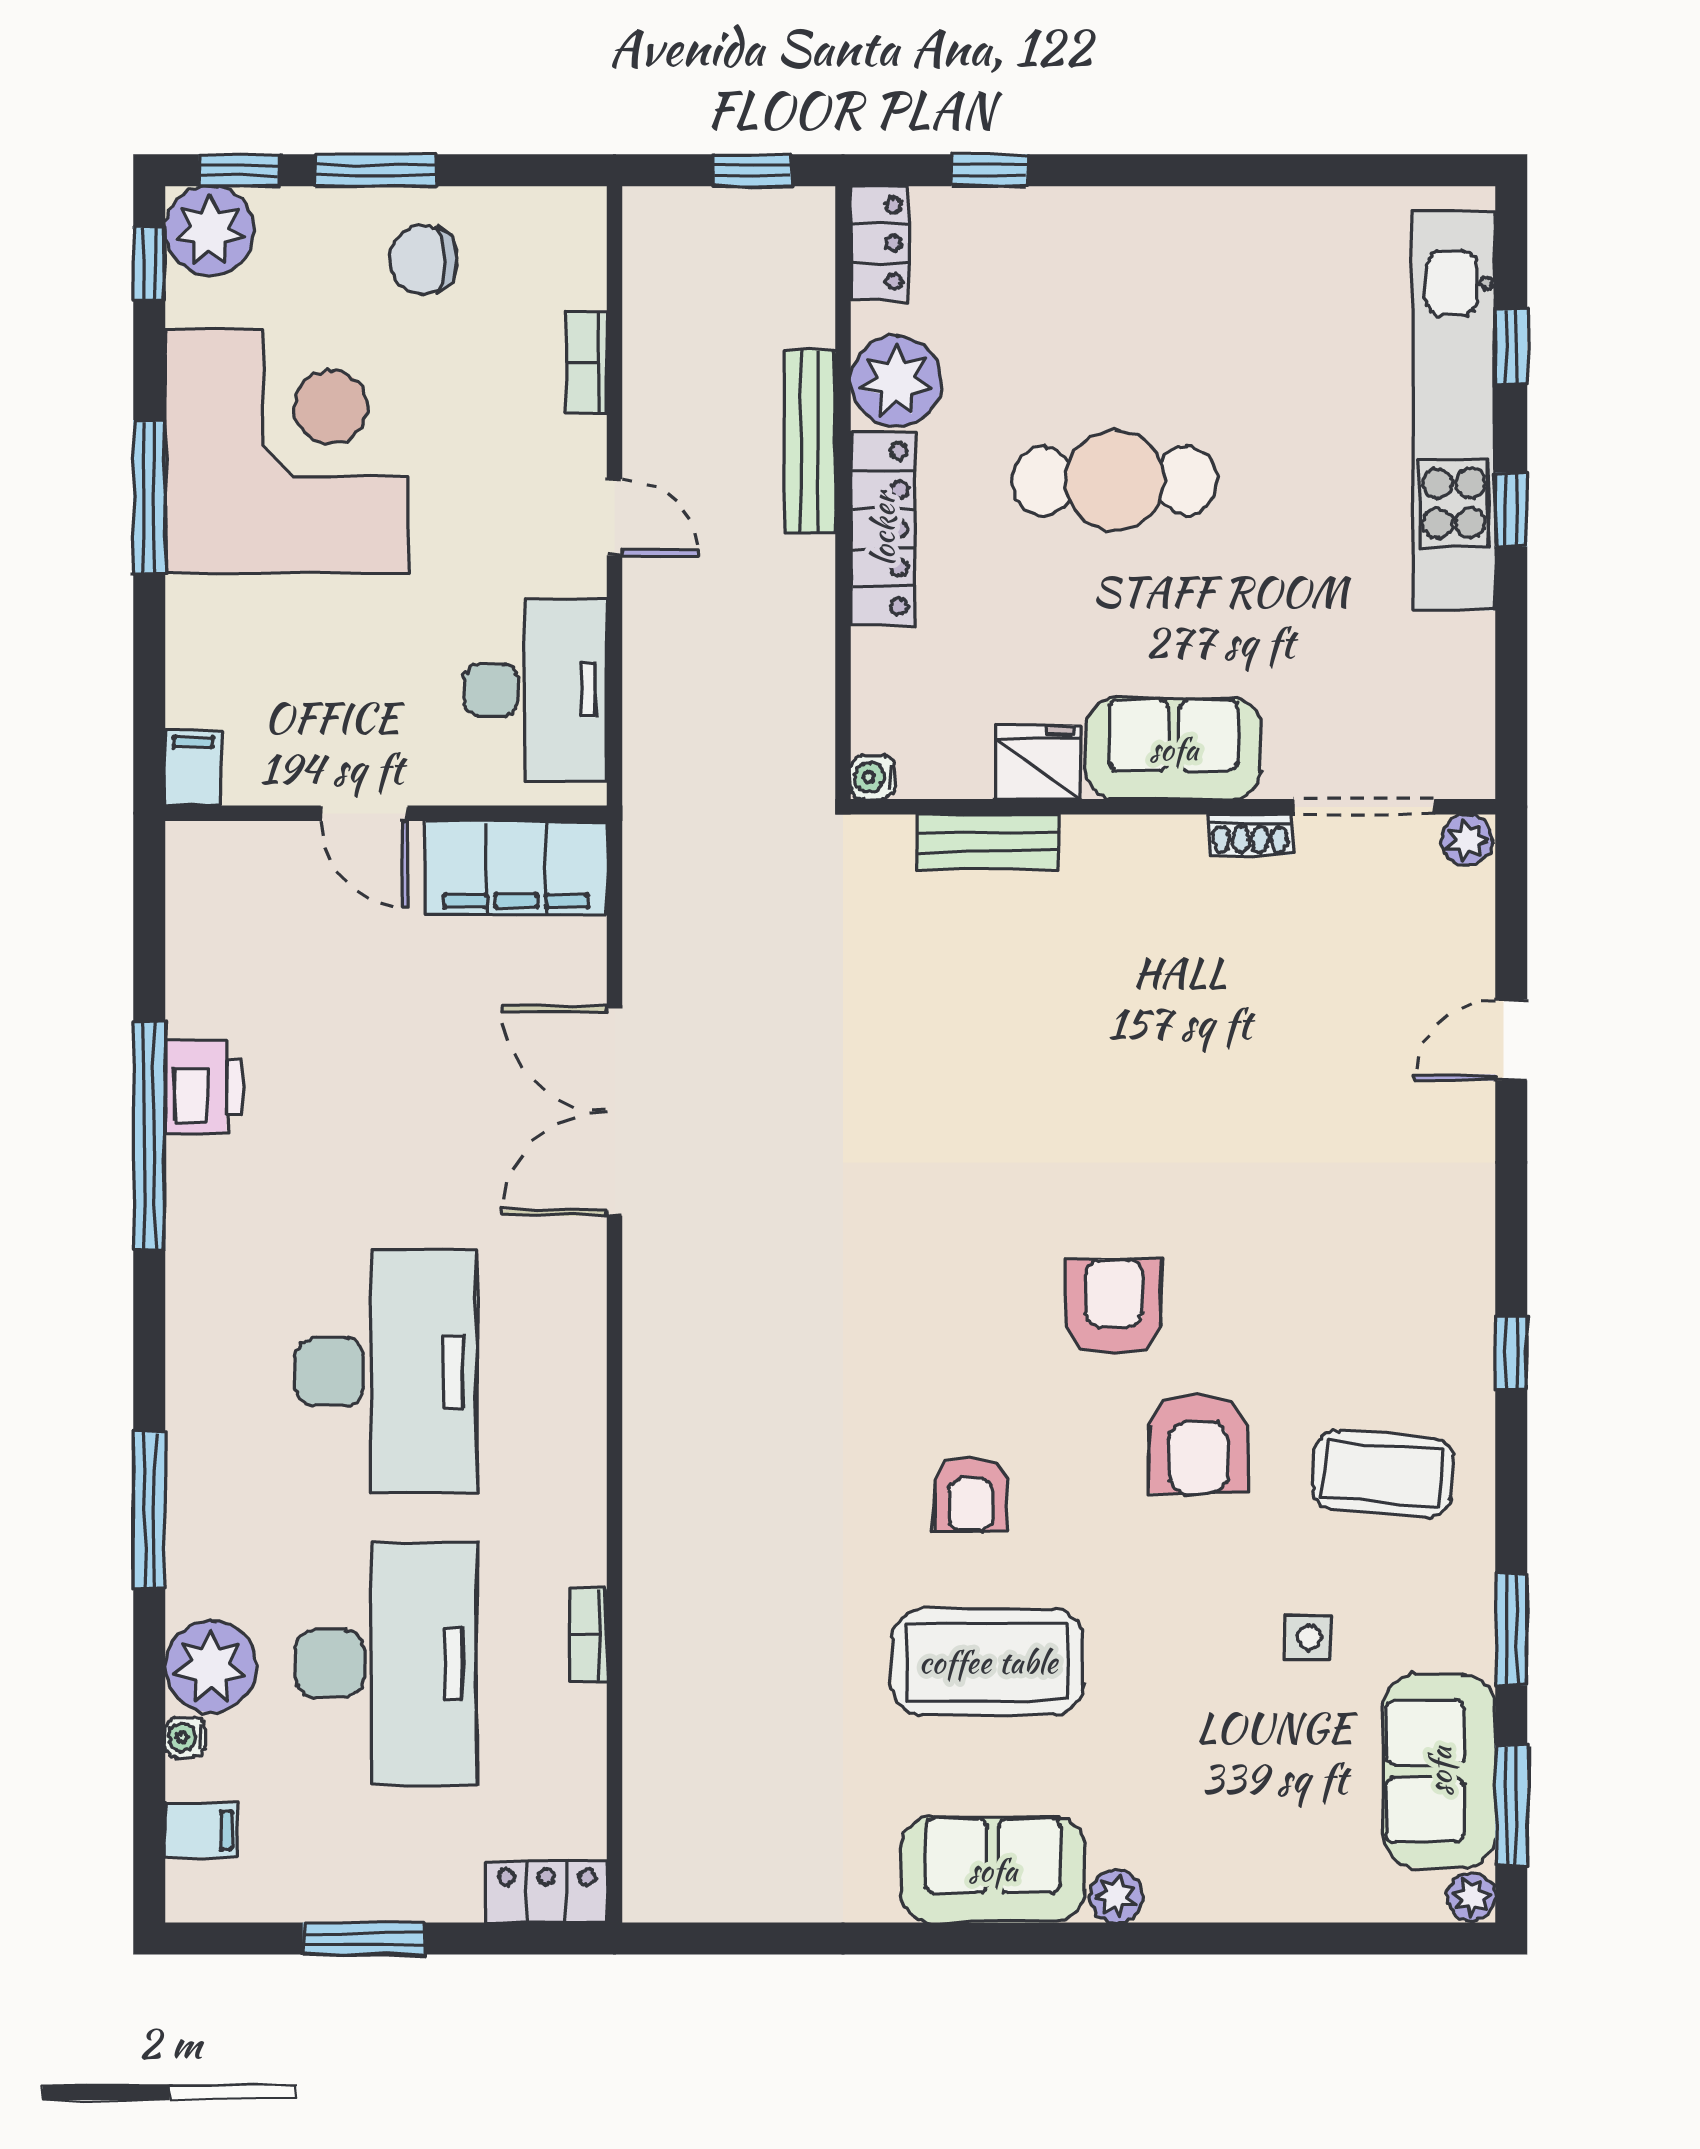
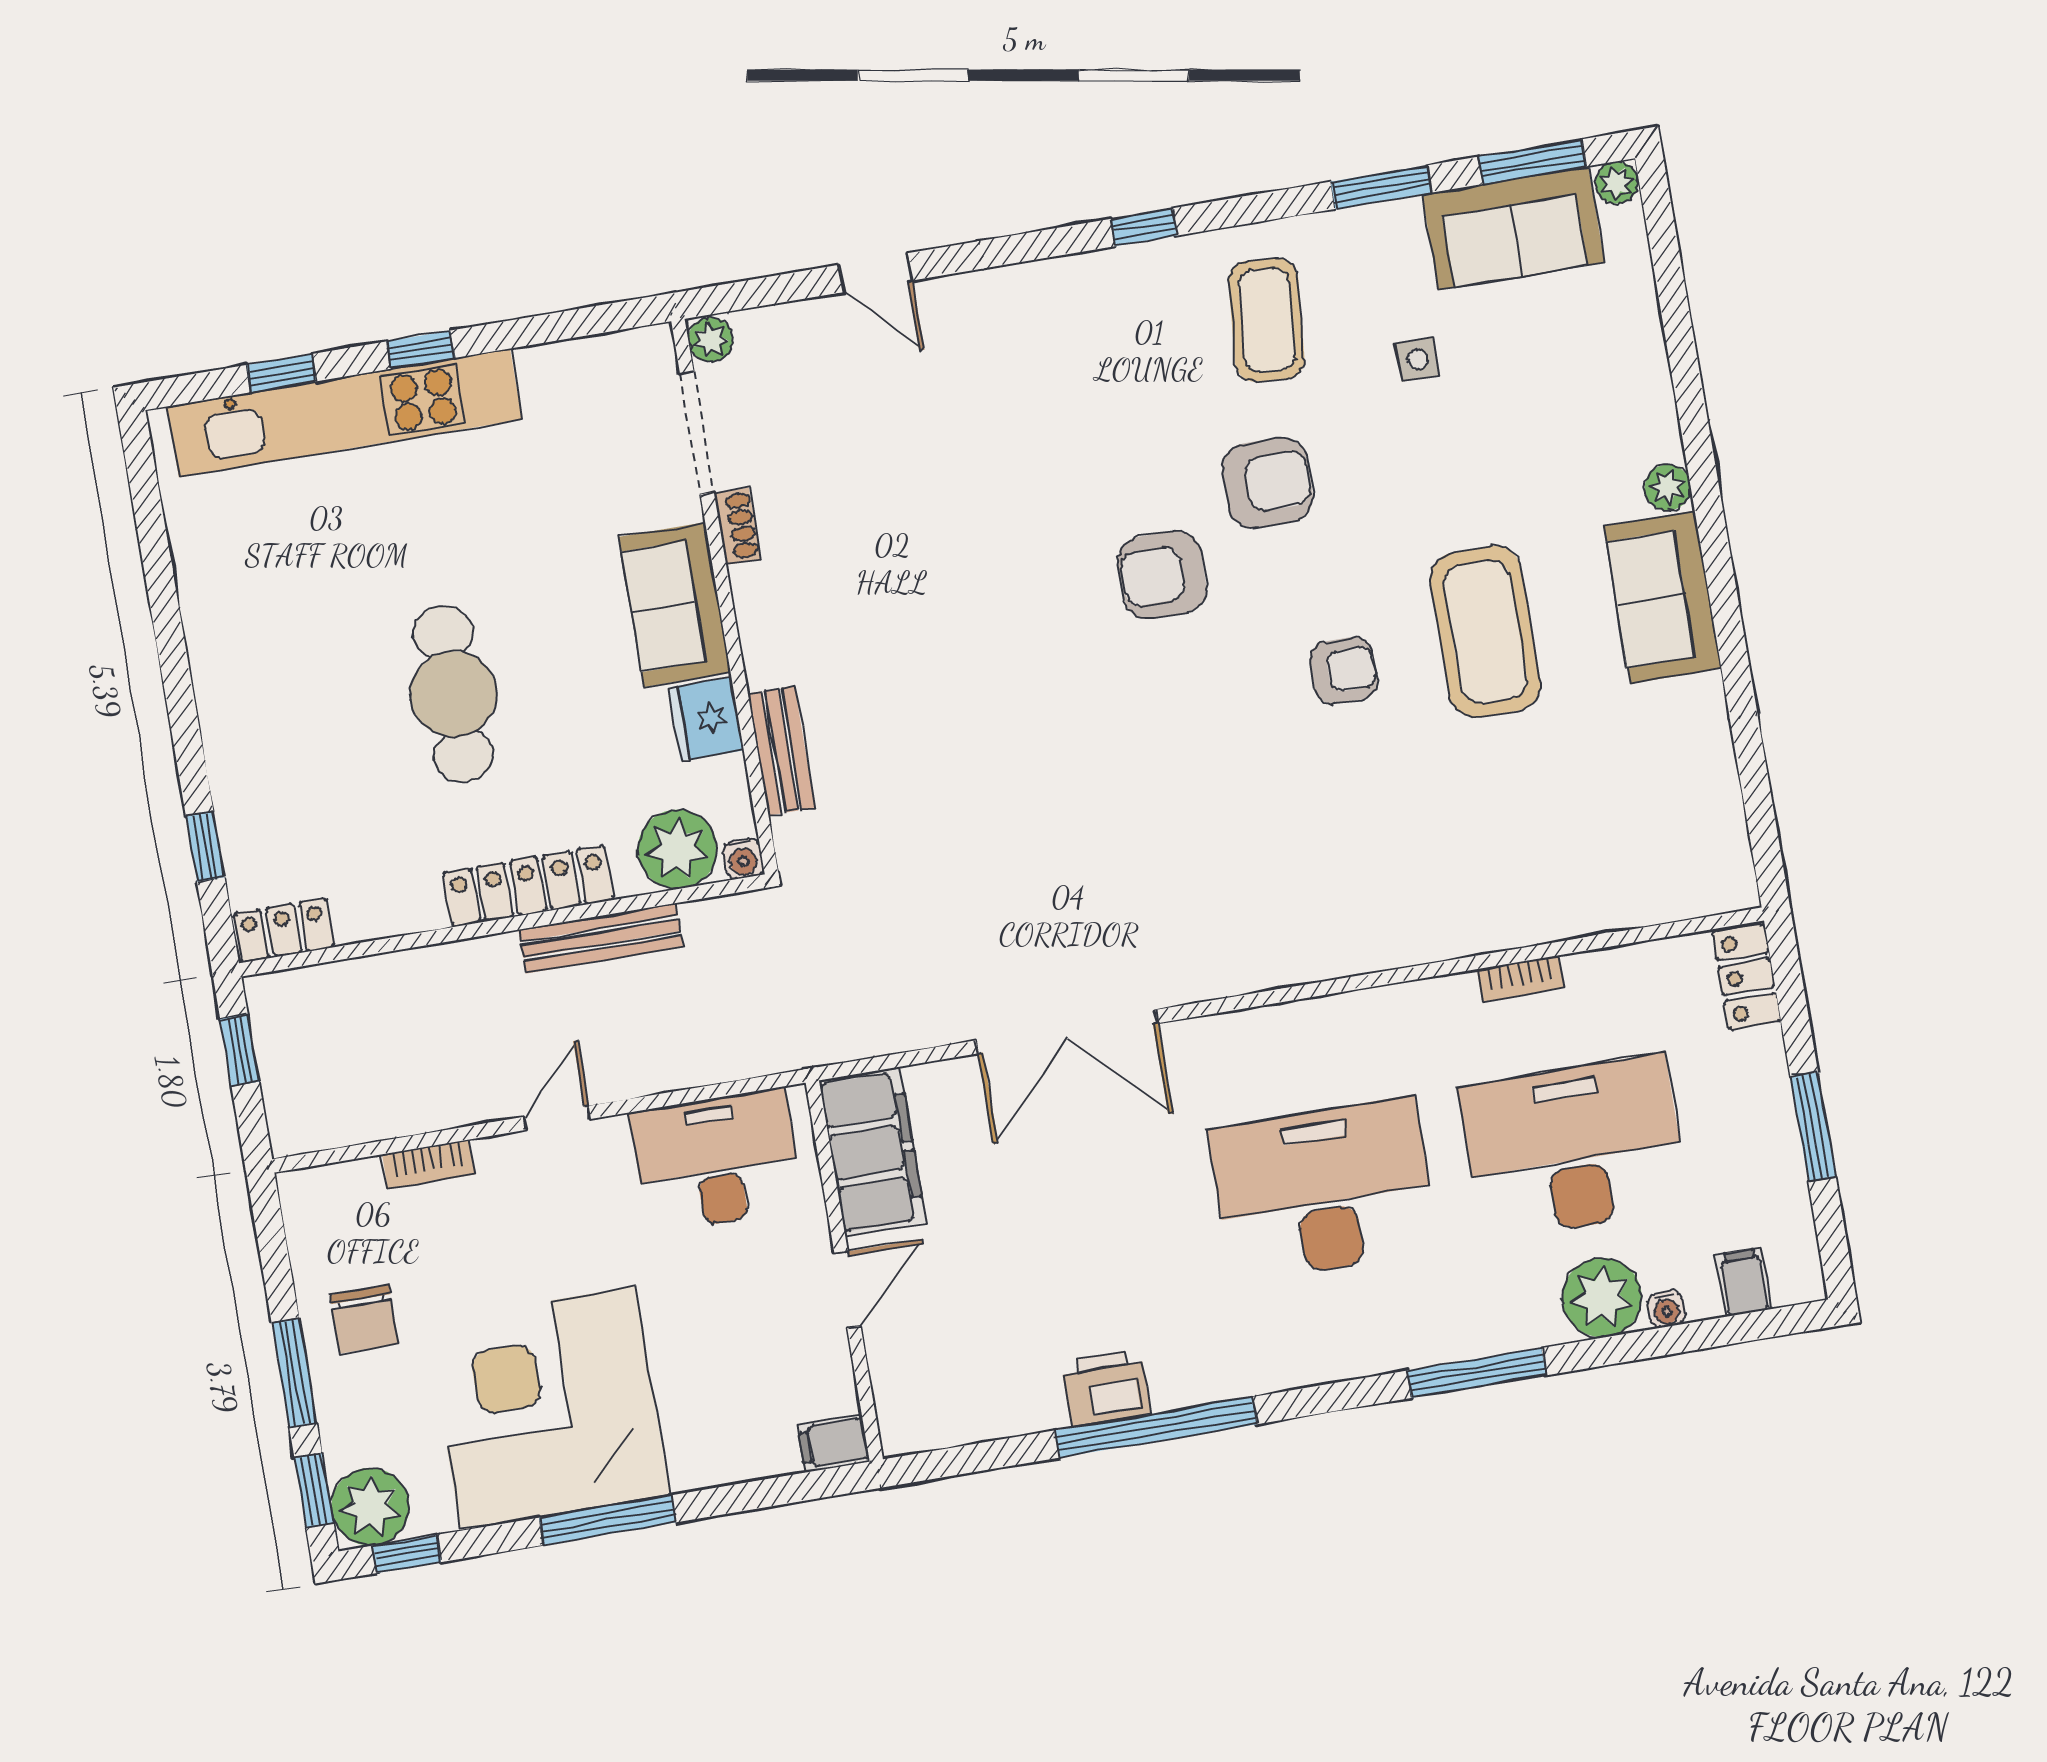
plant: (896, 381) -> (677, 849), moved
bench: (810, 442) -> (601, 938), moved

